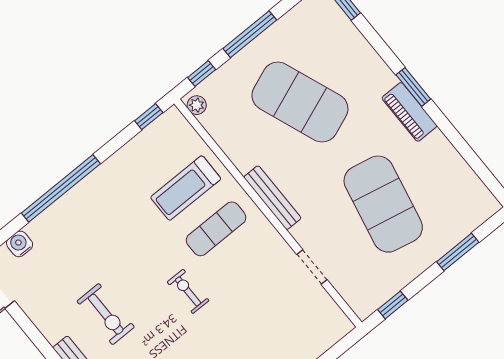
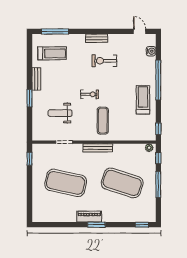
exercise mat: (300, 102) -> (122, 183), turned 39
treadmill: (186, 188) -> (143, 100), moved
window: (458, 252) -> (30, 195), removed
weight bench: (265, 317) -> (60, 113), added

